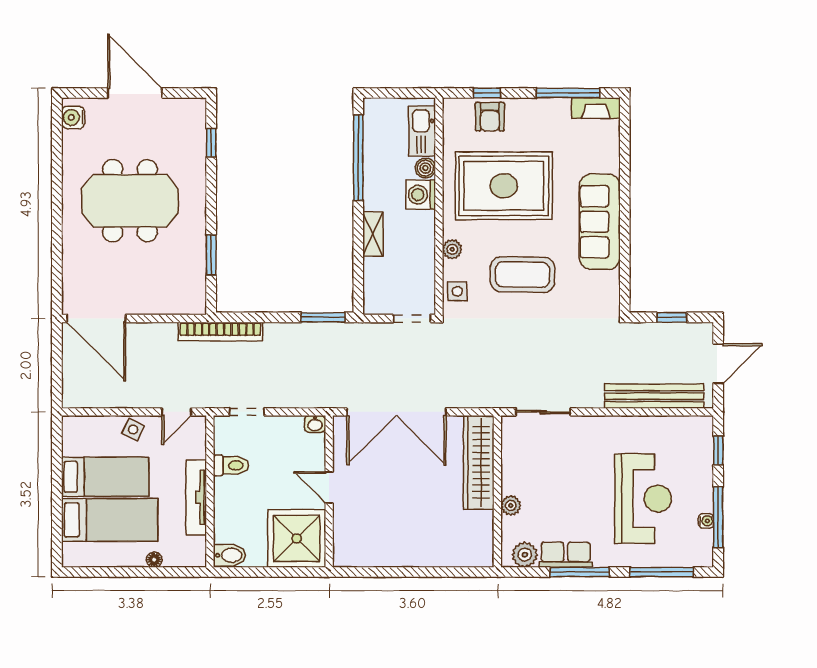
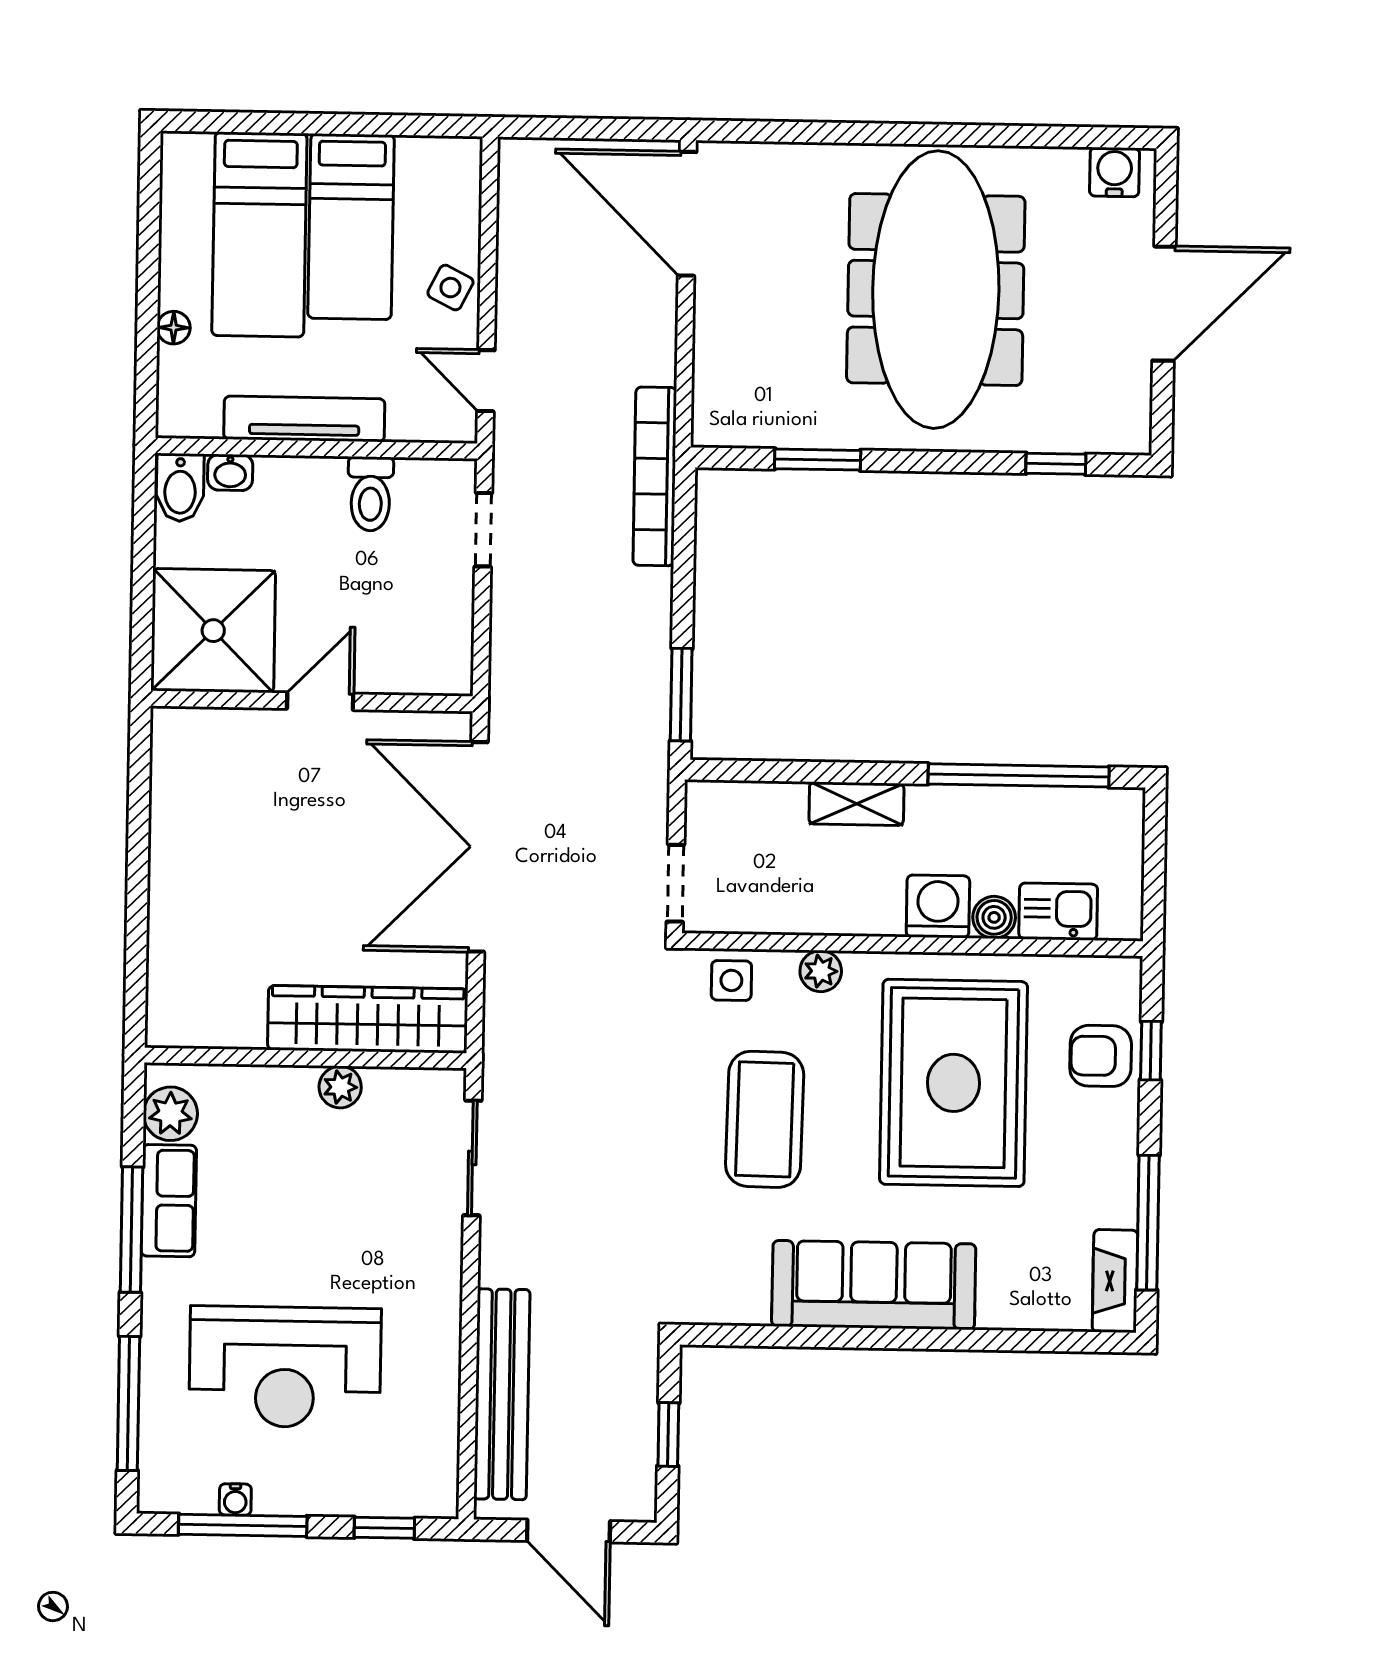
kitchen sink: (422, 131) -> (1058, 912), width x0.73
meeting table: (130, 201) -> (936, 290), width x1.36
door: (96, 319) -> (687, 214), hinge flipped
washbasin: (315, 424) -> (230, 472), moved, turned -90
plant: (511, 505) -> (340, 1087), moved

